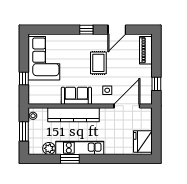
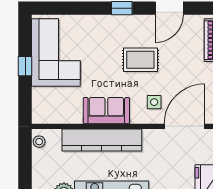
rug: (98, 63) -> (140, 60), turned 90
window: (24, 79) -> (25, 66), moved
window: (24, 131) -> (25, 166), removed

